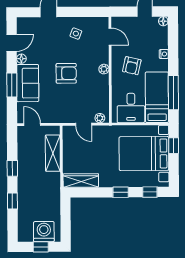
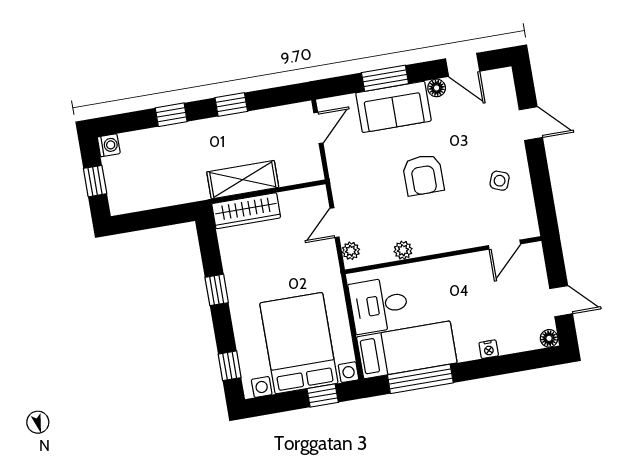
armchair: (132, 66) -> (457, 294), removed
plant: (104, 69) -> (403, 250), moved
shelving: (53, 153) -> (243, 180), moved
wardrobe: (81, 181) -> (246, 211), moved, turned 90
window: (121, 192) -> (217, 290), moved
washing machine: (44, 232) -> (109, 145), moved, width x0.53, depth x0.53

